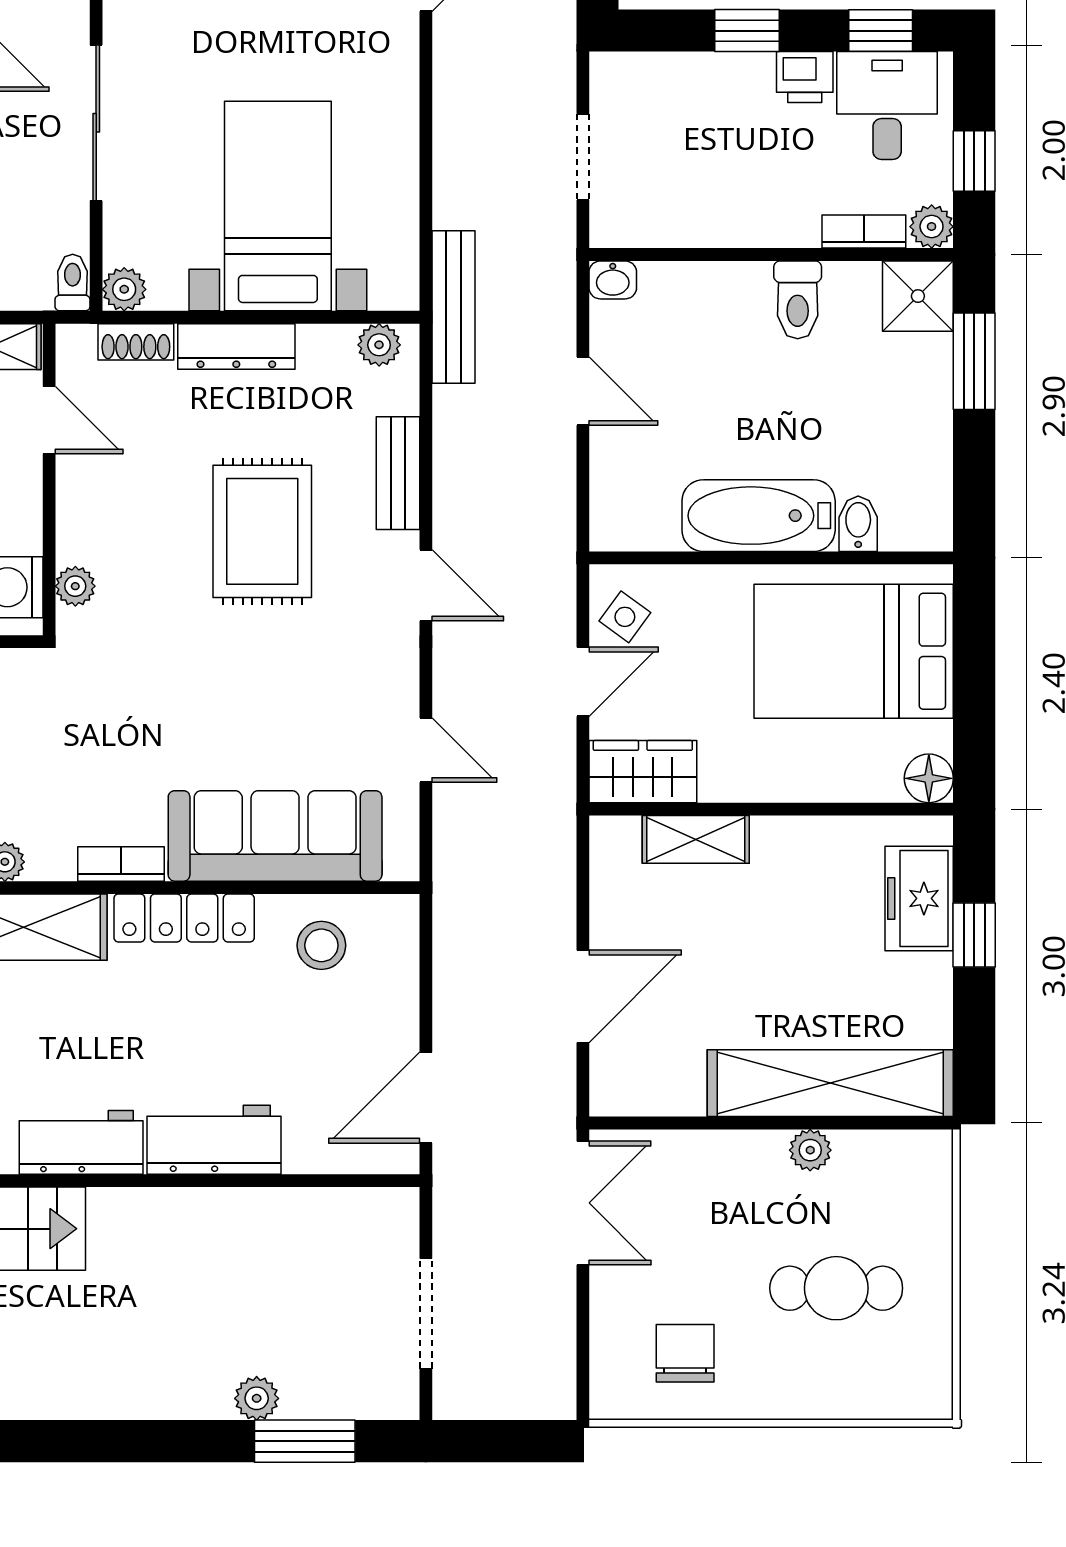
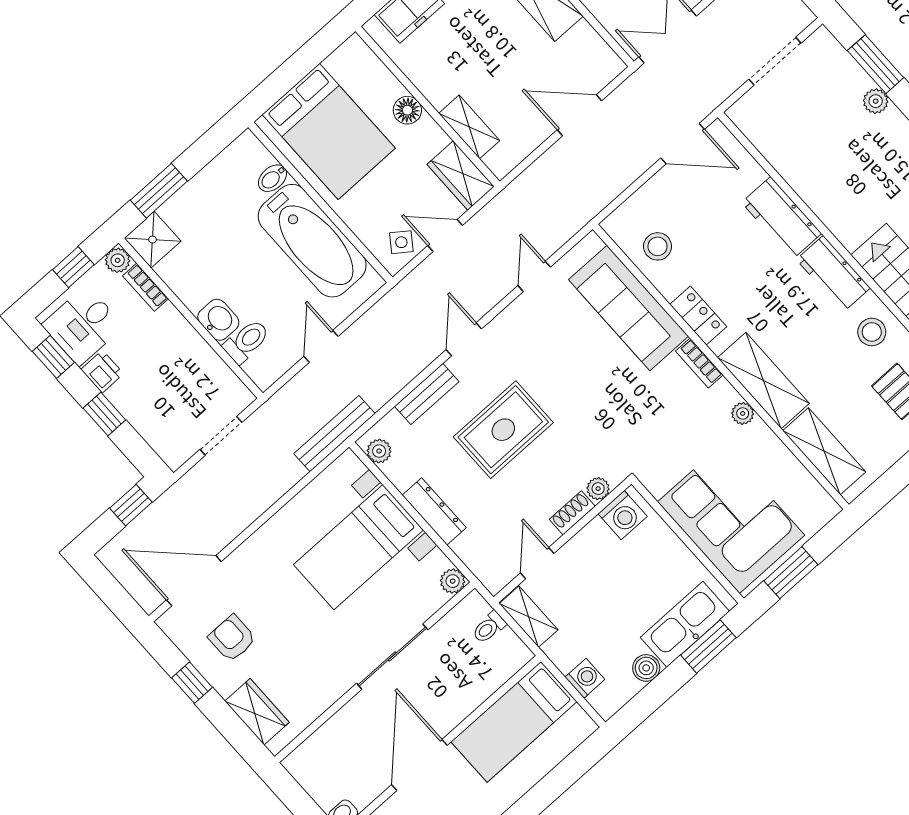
washbasin: (613, 280) -> (218, 320), moved, width x1.38, depth x1.45
toilet: (73, 283) -> (489, 627), moved
toilet: (798, 300) -> (246, 341), moved
shoe rack: (136, 342) -> (572, 513), moved, turned -90
bathtub: (759, 516) -> (312, 241), width x1.36, depth x1.36
floor lamp: (929, 778) -> (407, 110), moved
locker: (184, 918) -> (698, 315), width x0.66

